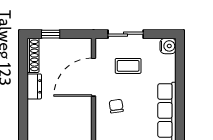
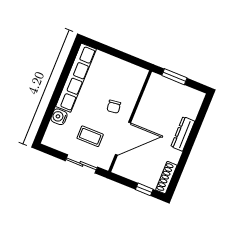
water cooler: (168, 46) -> (59, 117), moved
dresser: (34, 86) -> (183, 134), moved, width x1.44

